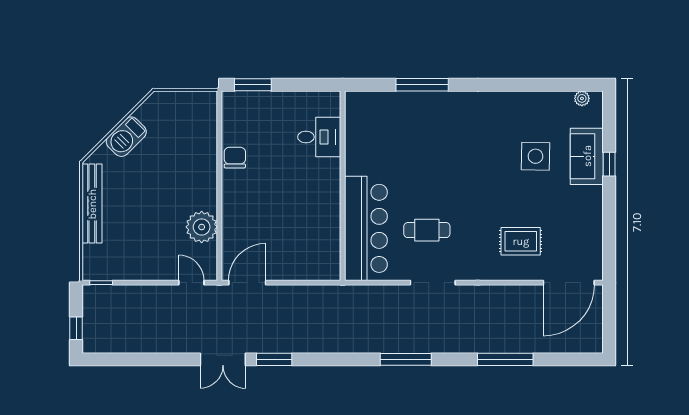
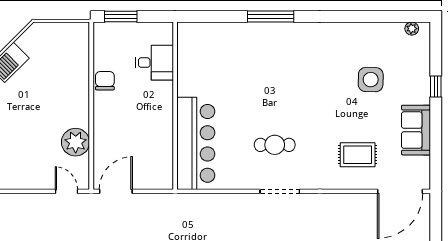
desk: (319, 137) -> (154, 63), moved
sofa: (587, 156) -> (416, 130), moved
wall: (343, 186) -> (175, 106), moved
bar counter: (366, 228) -> (196, 143), moved

